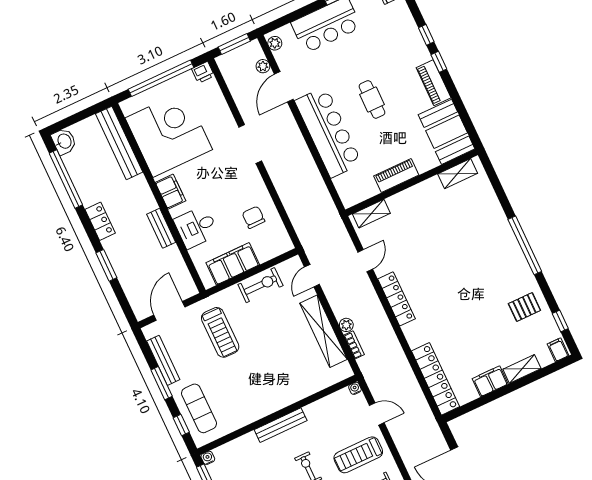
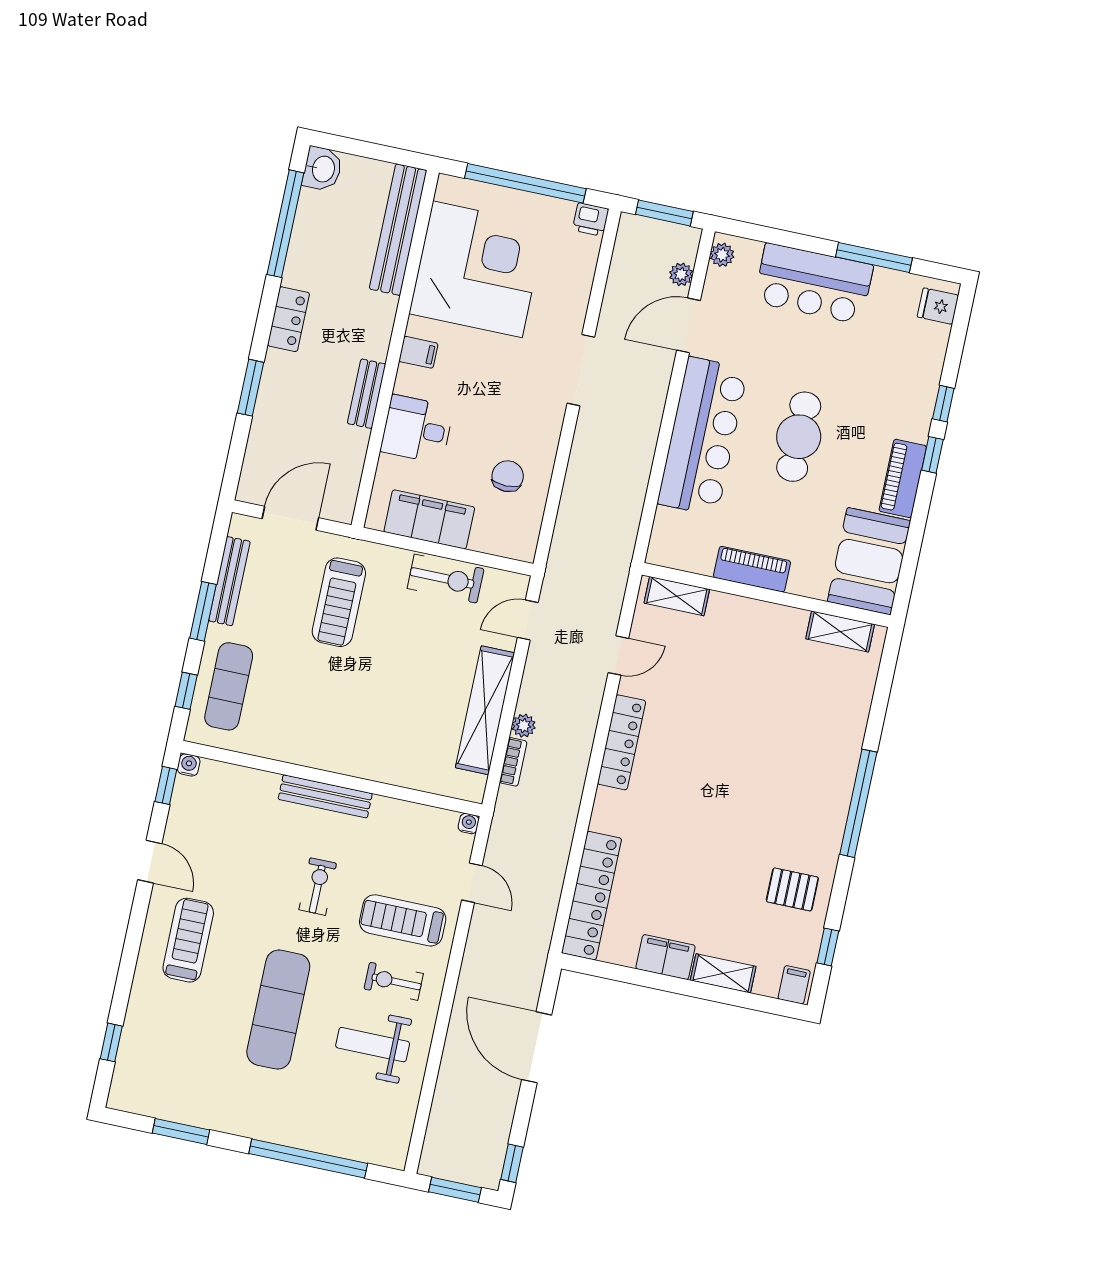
cafe table: (372, 99) -> (799, 437), width x1.37, depth x1.35
filing cabinet: (170, 192) -> (418, 352), width x0.50

